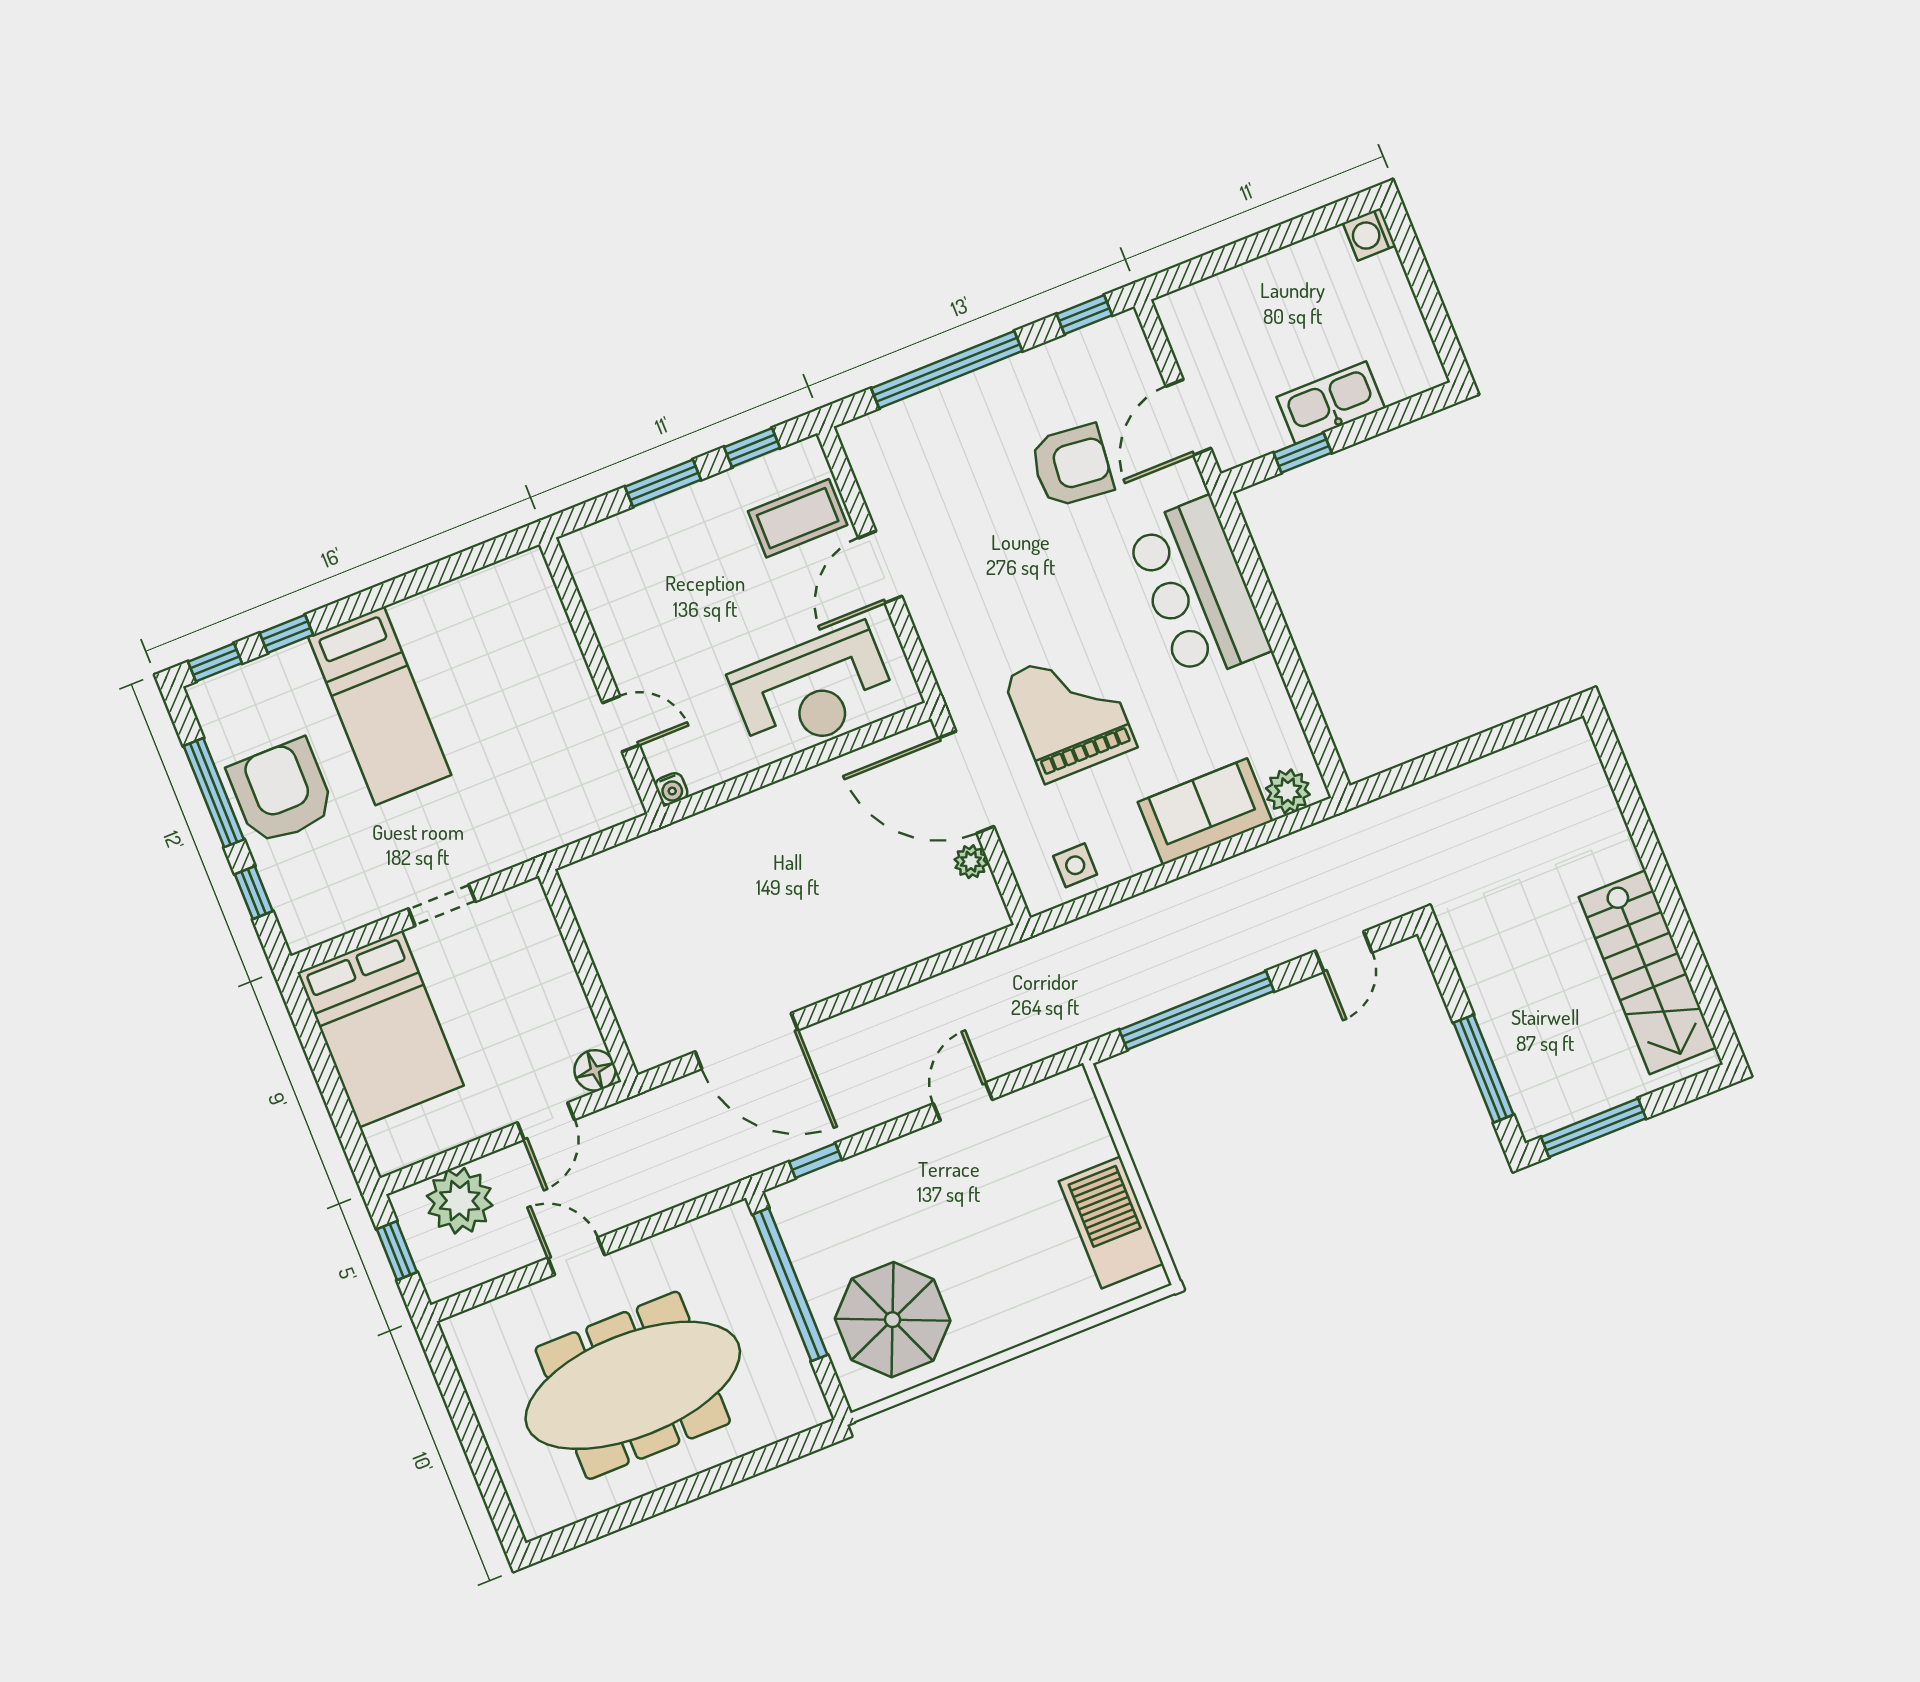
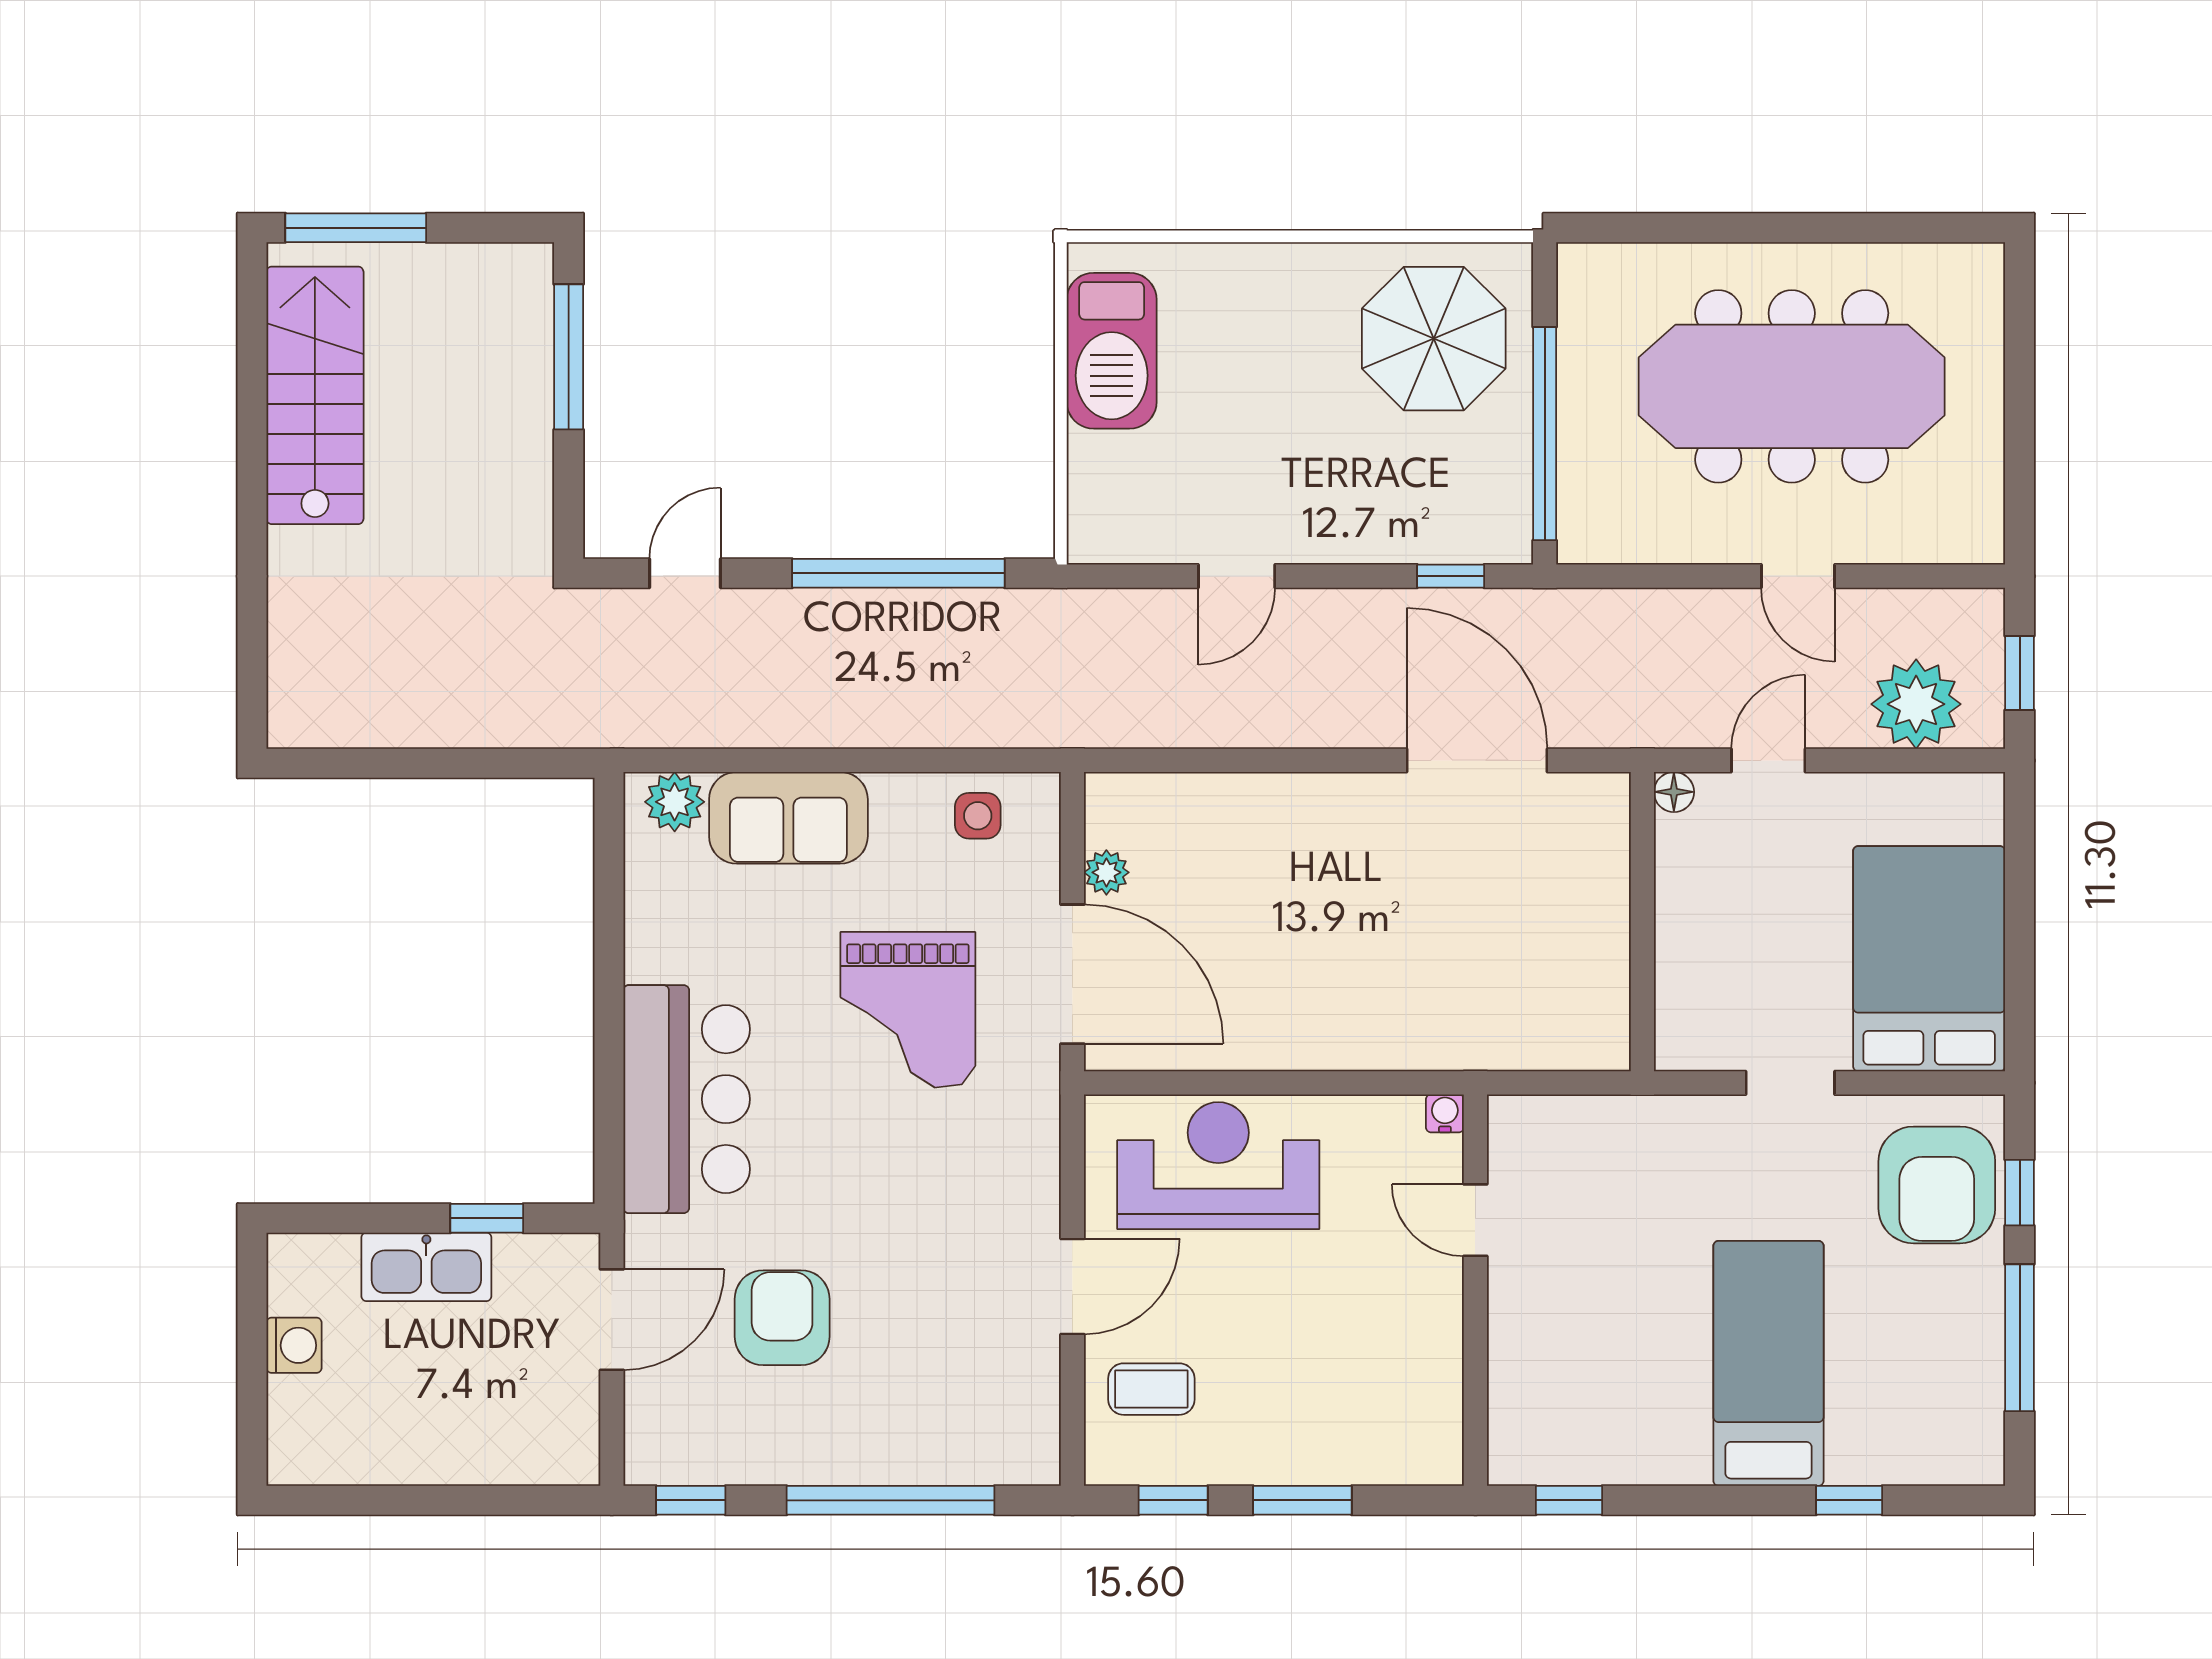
washing machine: (1369, 234) -> (294, 1345), moved
armchair: (1072, 466) -> (782, 1318), turned 84
coffee table: (798, 518) -> (1151, 1389), width x0.73, depth x0.77
window: (215, 662) -> (1569, 1500), moved
armchair: (281, 792) -> (1937, 1185), moved
floor lamp: (595, 1070) -> (1674, 792), width x0.73, depth x0.73
window: (1593, 1128) -> (356, 228), moved

